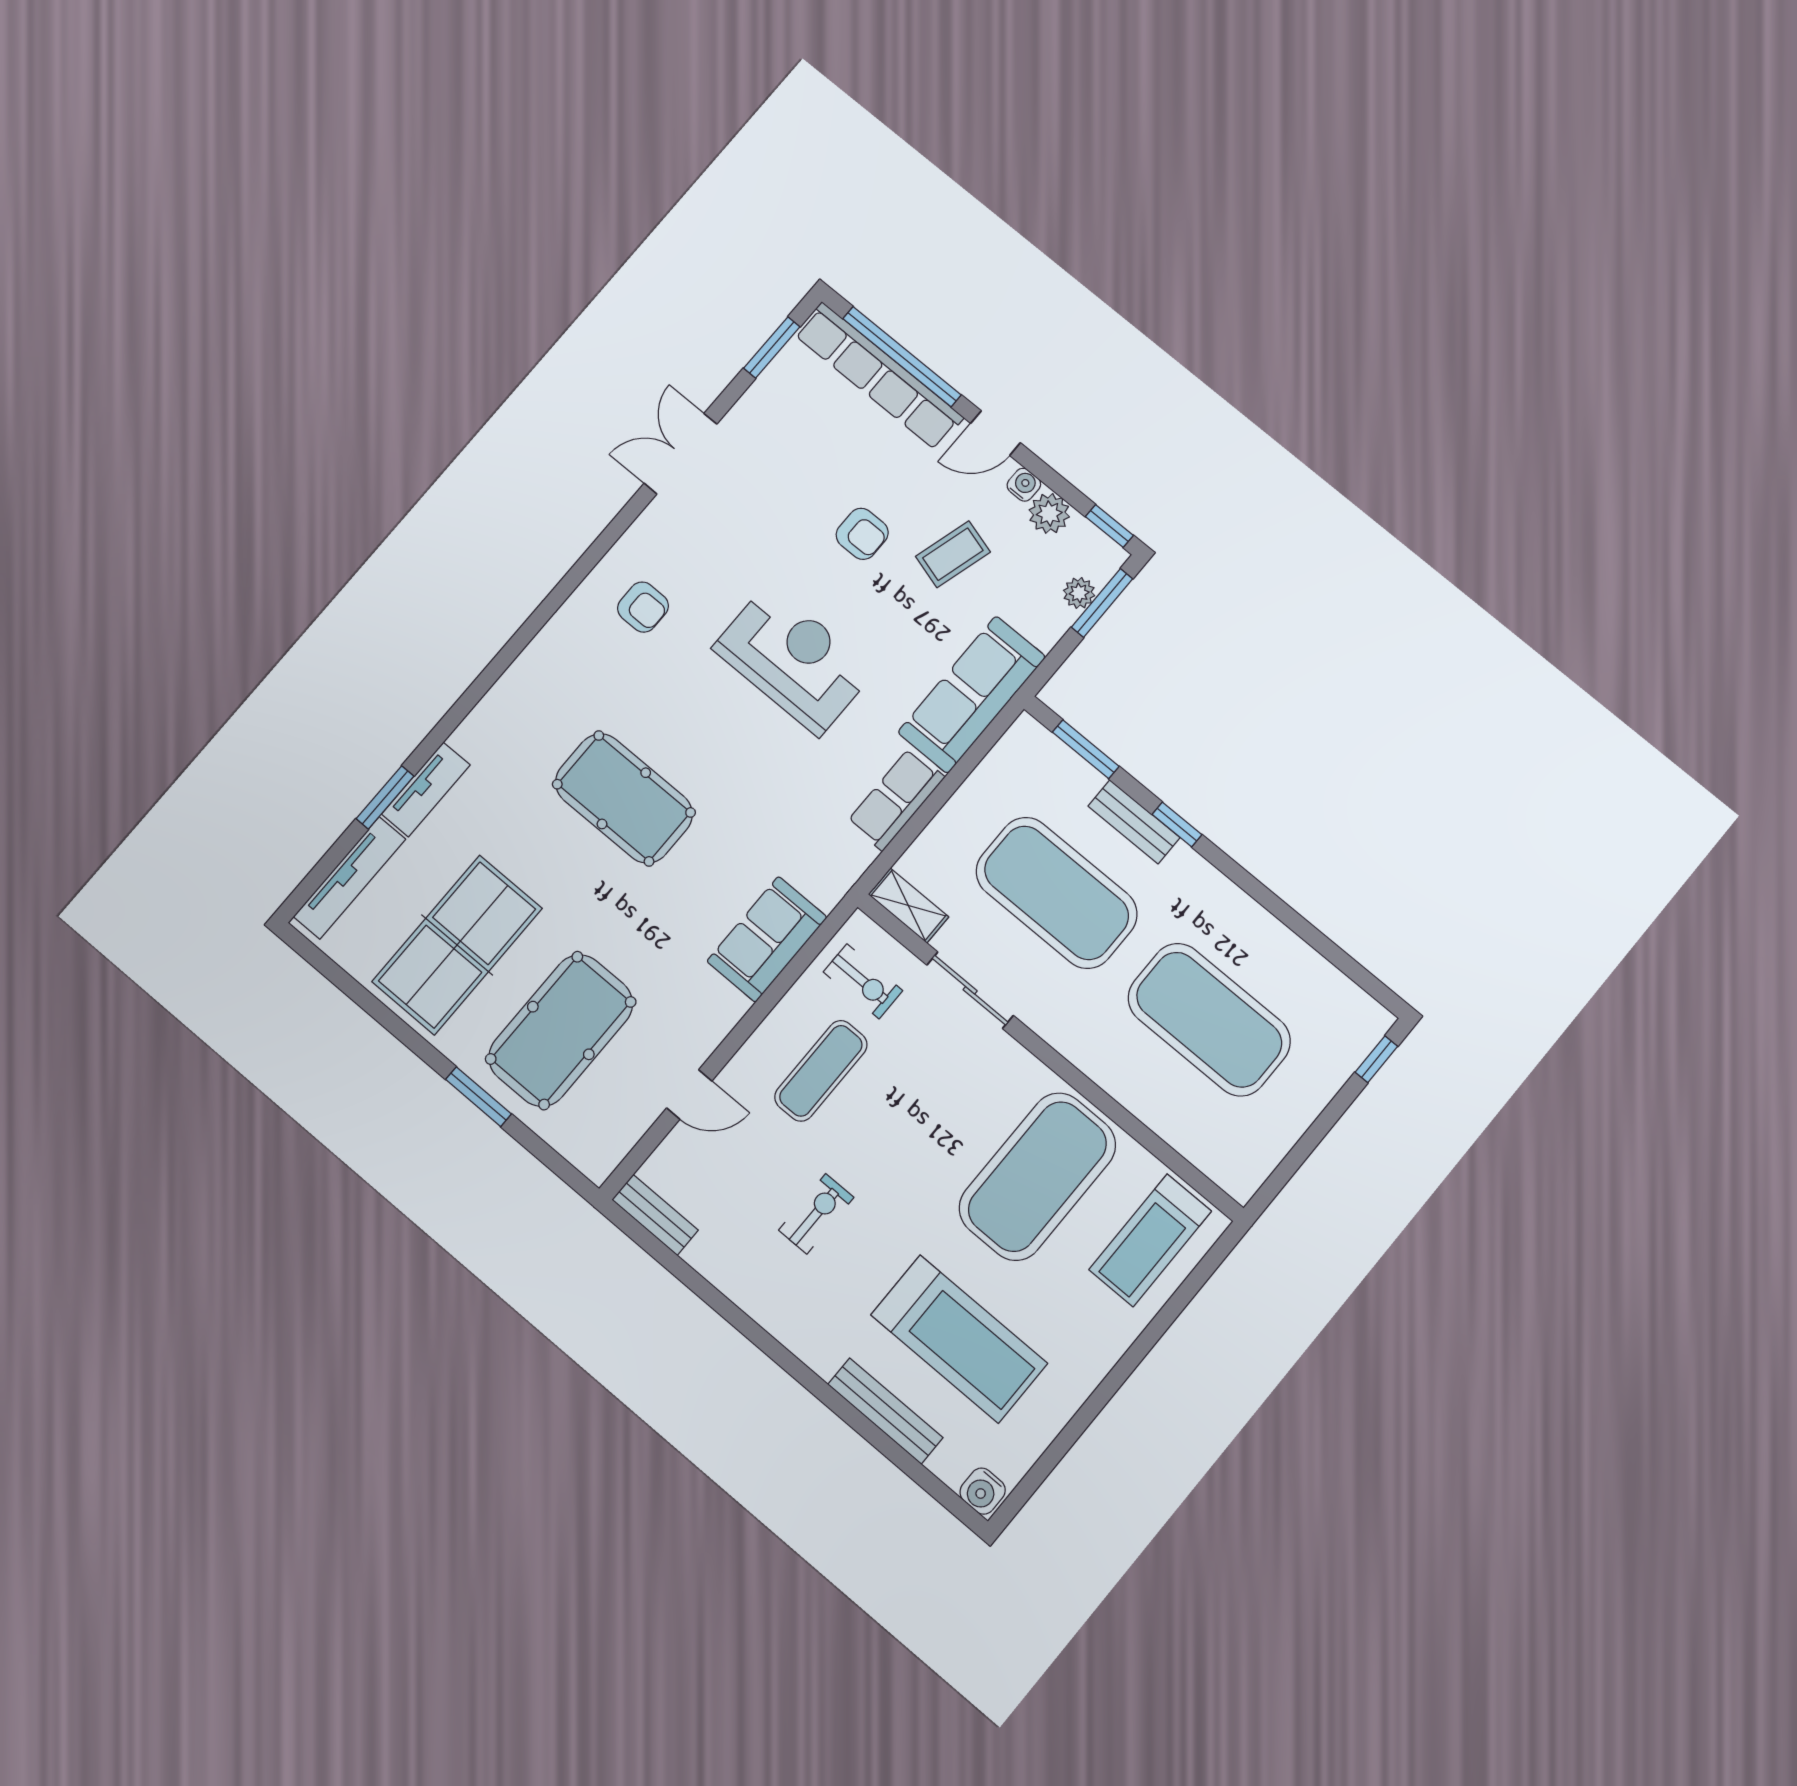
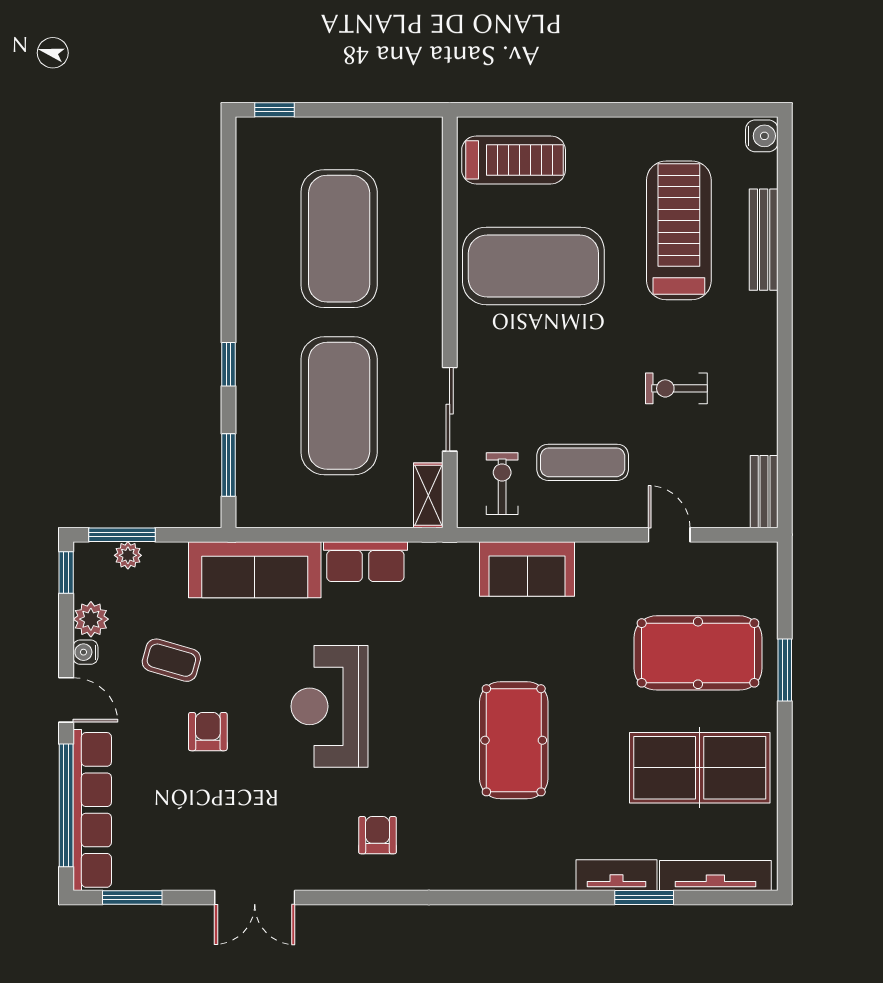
bench: (1134, 822) -> (250, 394), removed

